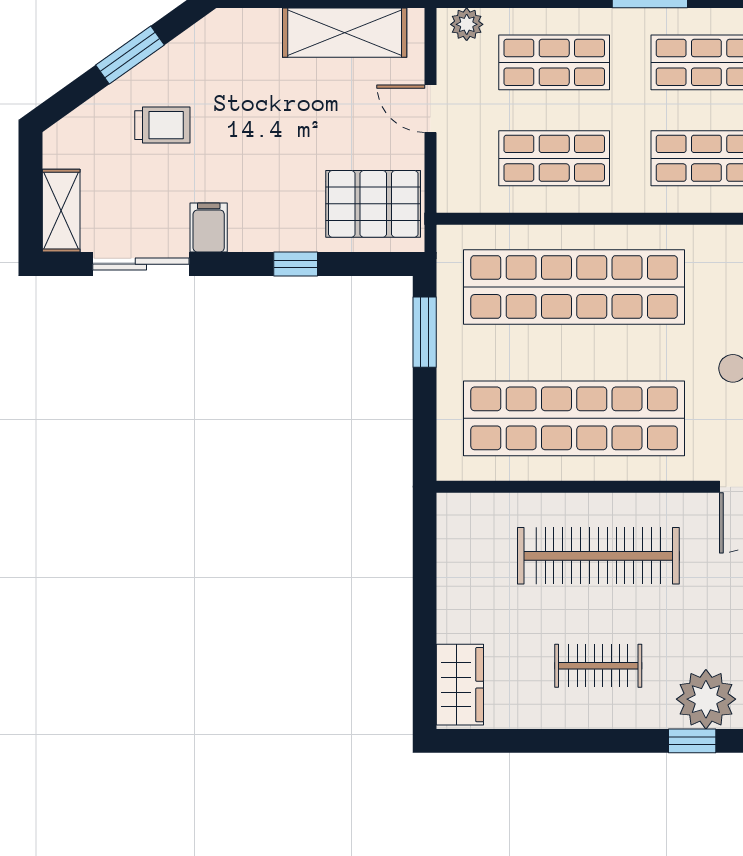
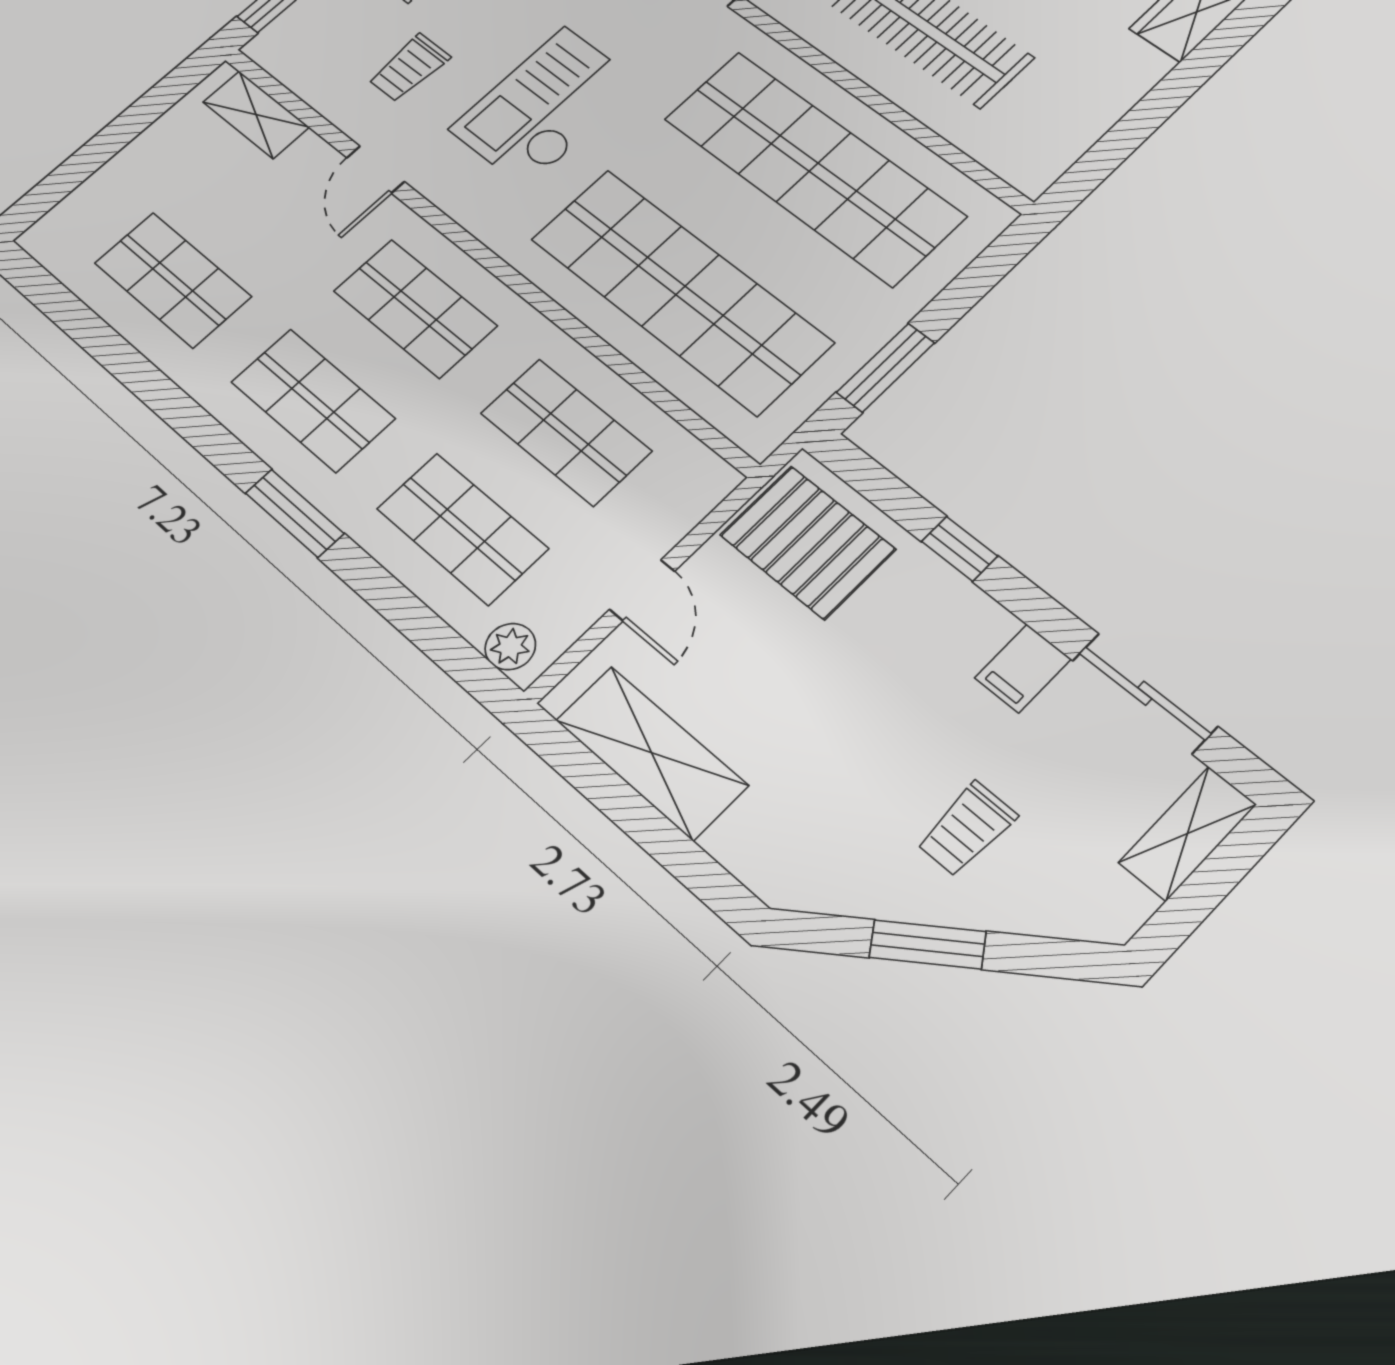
trolley: (162, 125) -> (967, 829), turned -90

